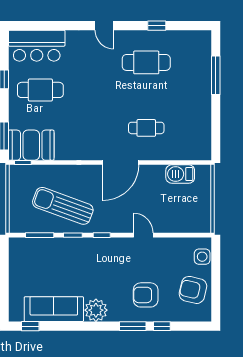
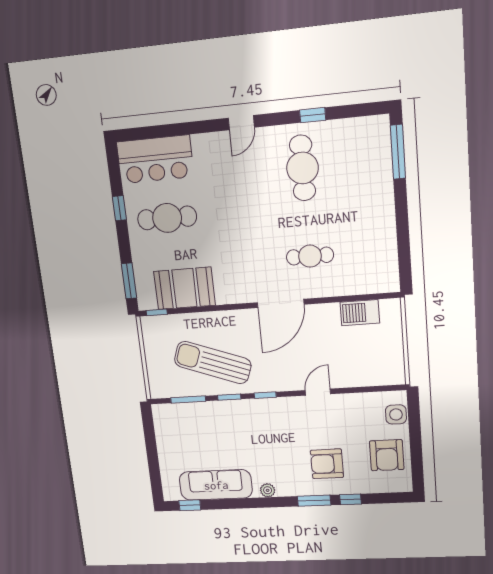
door: (104, 26) -> (241, 123), hinge flipped
cafe table: (146, 62) -> (302, 168), turned 90
window: (216, 75) -> (398, 152), moved
booth: (31, 145) -> (184, 288), moved
door: (143, 235) -> (318, 392), hinge flipped
armchair: (193, 290) -> (387, 455), turned -103
plant: (96, 310) -> (268, 490), width x0.53, depth x0.53

